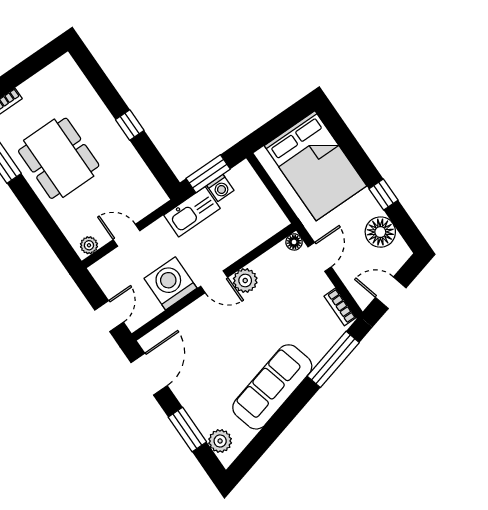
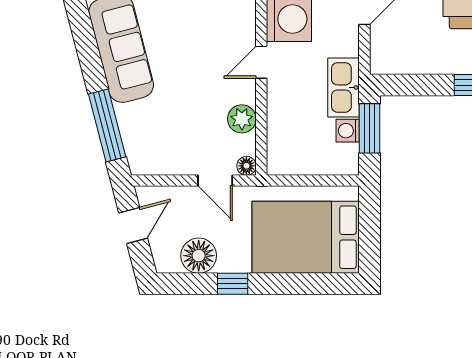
plant: (245, 281) -> (242, 119), moved
bookcase: (340, 307) -> (153, 167), removed

